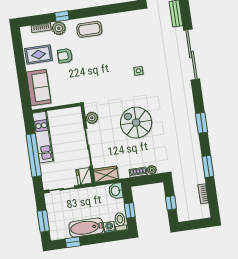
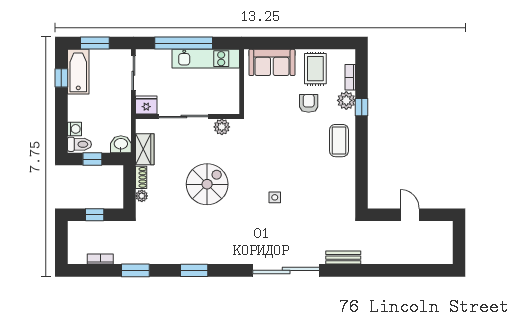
wardrobe: (106, 174) -> (145, 149), moved
bathtub: (86, 228) -> (78, 72), moved

